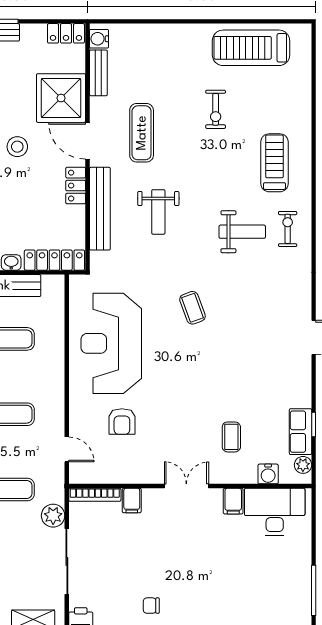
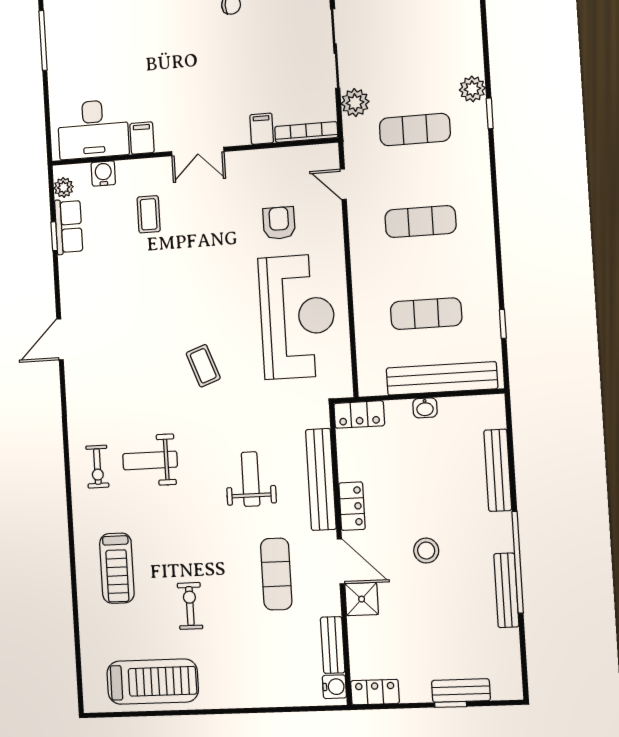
shower: (61, 98) -> (362, 599), width x0.54, depth x0.54
treadmill: (274, 163) -> (117, 568), moved
locker: (54, 260) -> (359, 414), width x0.66

